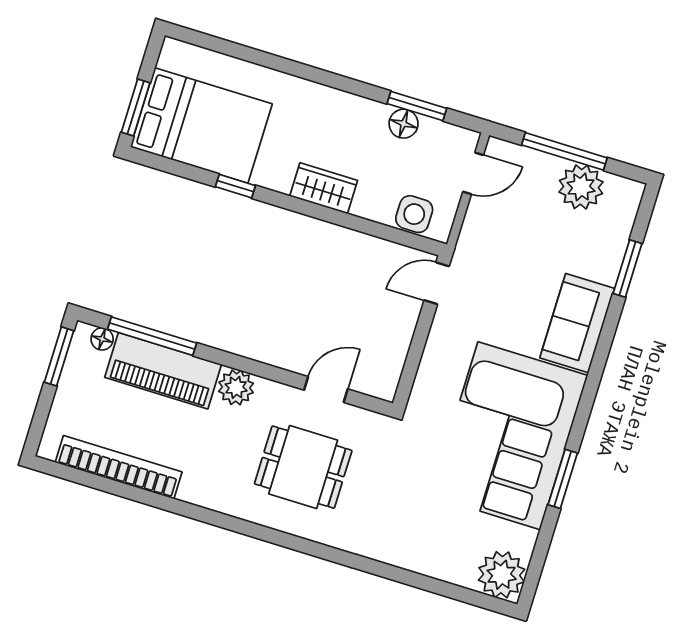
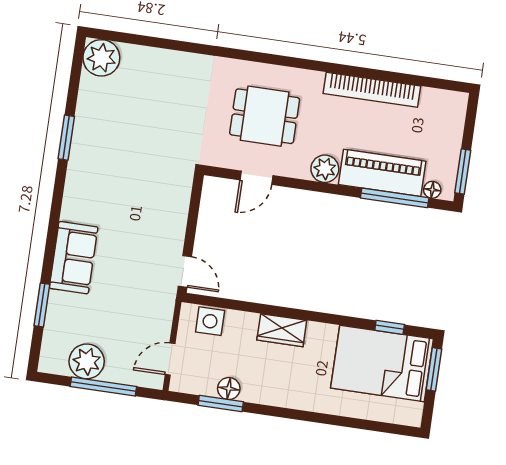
window: (235, 186) -> (390, 327), moved
door: (437, 283) -> (185, 271), hinge flipped
corner sofa: (509, 436) -> (112, 164), removed
bookcase: (119, 467) -> (372, 90), moved

